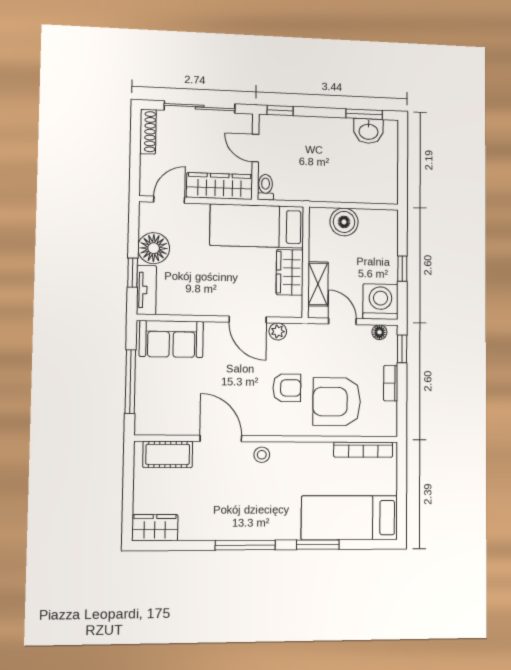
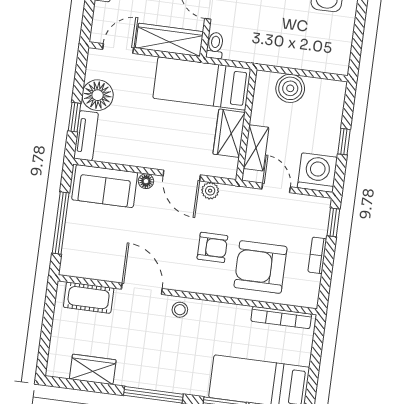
floor lamp: (379, 332) -> (146, 181), moved
wardrobe: (155, 528) -> (93, 369), moved

